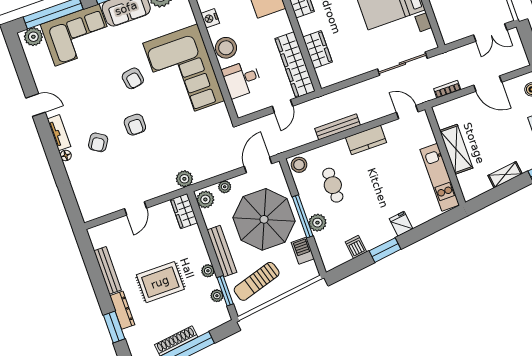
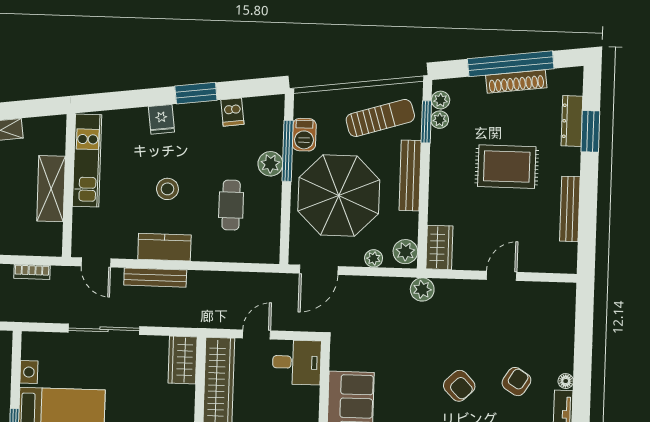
wardrobe: (317, 49) -> (183, 360), moved
sliding door: (402, 64) -> (104, 329), moved
desk: (242, 79) -> (297, 362), moved
armchair: (135, 125) -> (459, 386), turned 136
bench: (338, 127) -> (155, 278), moved
stool: (299, 165) -> (167, 189), moved
window: (303, 216) -> (288, 151), moved
plant: (208, 271) -> (441, 100), moved
dresser: (122, 310) -> (572, 121), moved

